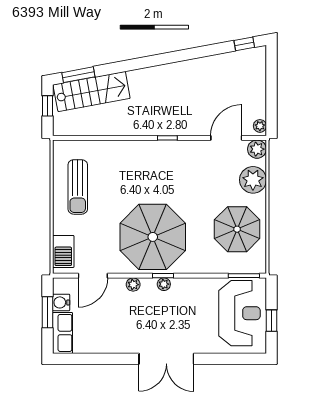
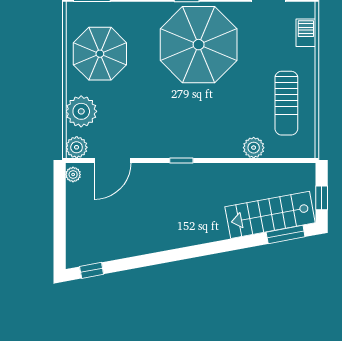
plant: (106, 149) -> (254, 148), added
sun lounger: (78, 187) -> (286, 103), turned 180
barbecue: (63, 251) -> (306, 33), width x0.73, depth x0.79

